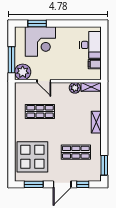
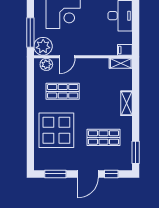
filing cabinet: (95, 64) -> (125, 50), moved
door: (44, 81) -> (67, 57), hinge flipped
plant: (75, 88) -> (46, 64), moved
display table: (32, 157) -> (56, 130), moved

